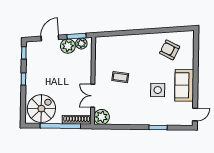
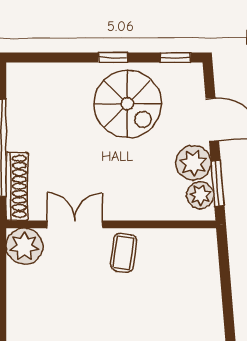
coffee table: (120, 77) -> (123, 253), moved
spiral stairs: (41, 109) -> (128, 104), moved

